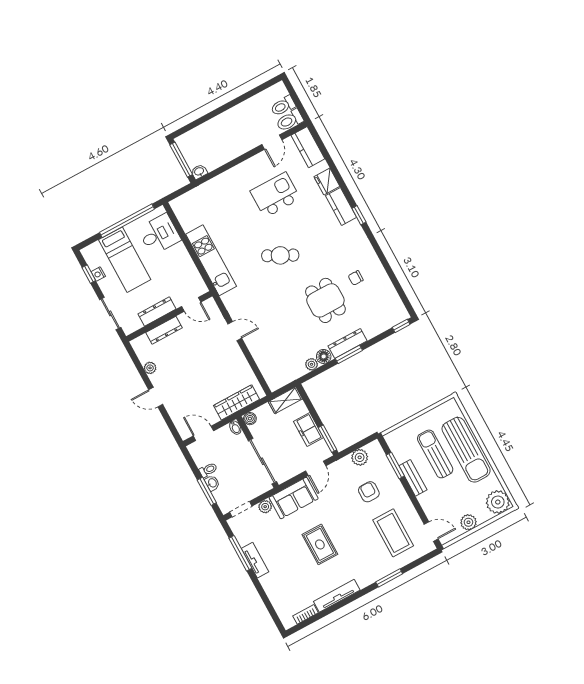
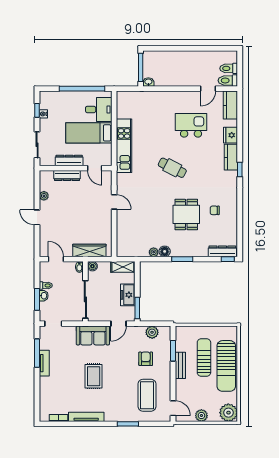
bed: (125, 260) -> (89, 133), moved, turned 90
dresser: (348, 343) -> (222, 251), moved
plant: (265, 507) -> (71, 331), removed

